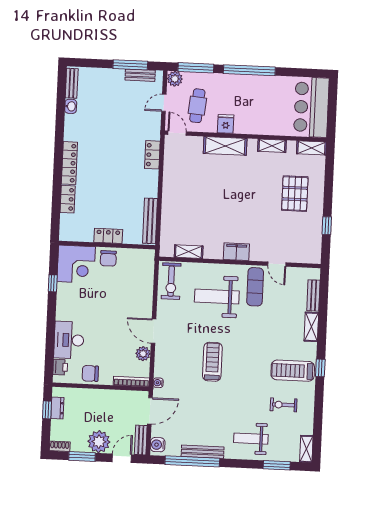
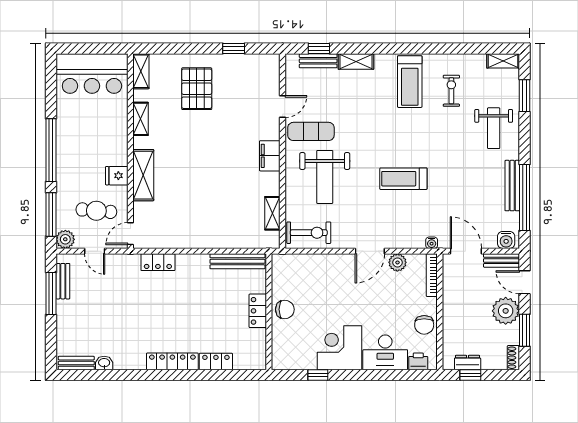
pallet: (295, 194) -> (197, 89), turned 90
corner desk: (76, 264) -> (340, 348), moved, turned -90
window: (320, 368) -> (319, 49), moved
exercise bike: (284, 405) -> (451, 91), turned 180

